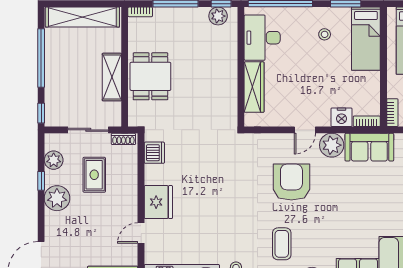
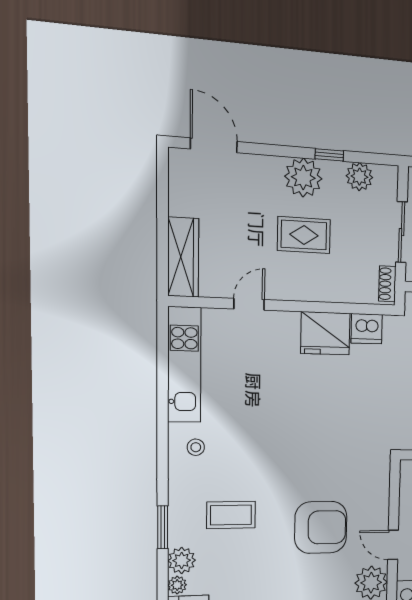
rug: (94, 175) -> (304, 235), moved
fridge: (158, 202) -> (325, 333), moved
door: (141, 233) -> (249, 304), hinge flipped

